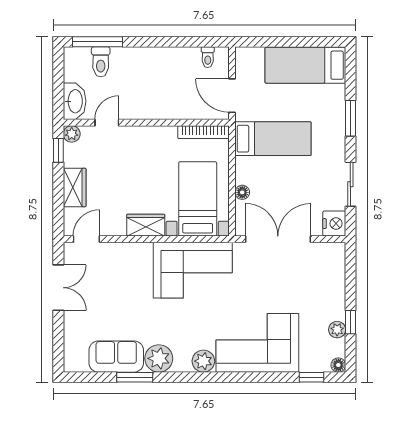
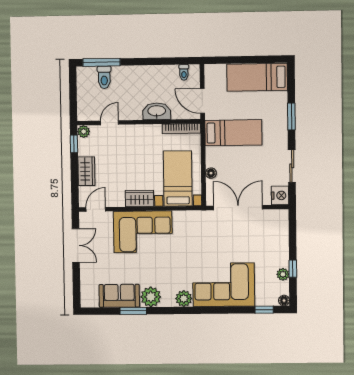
washbasin: (75, 101) -> (157, 111), moved, turned -90
corner sofa: (193, 270) -> (143, 232), moved

